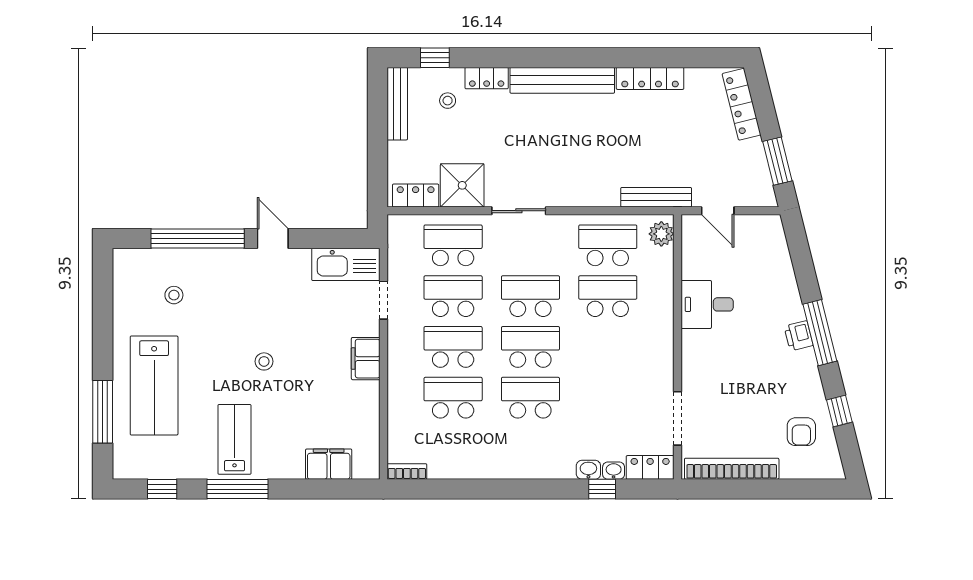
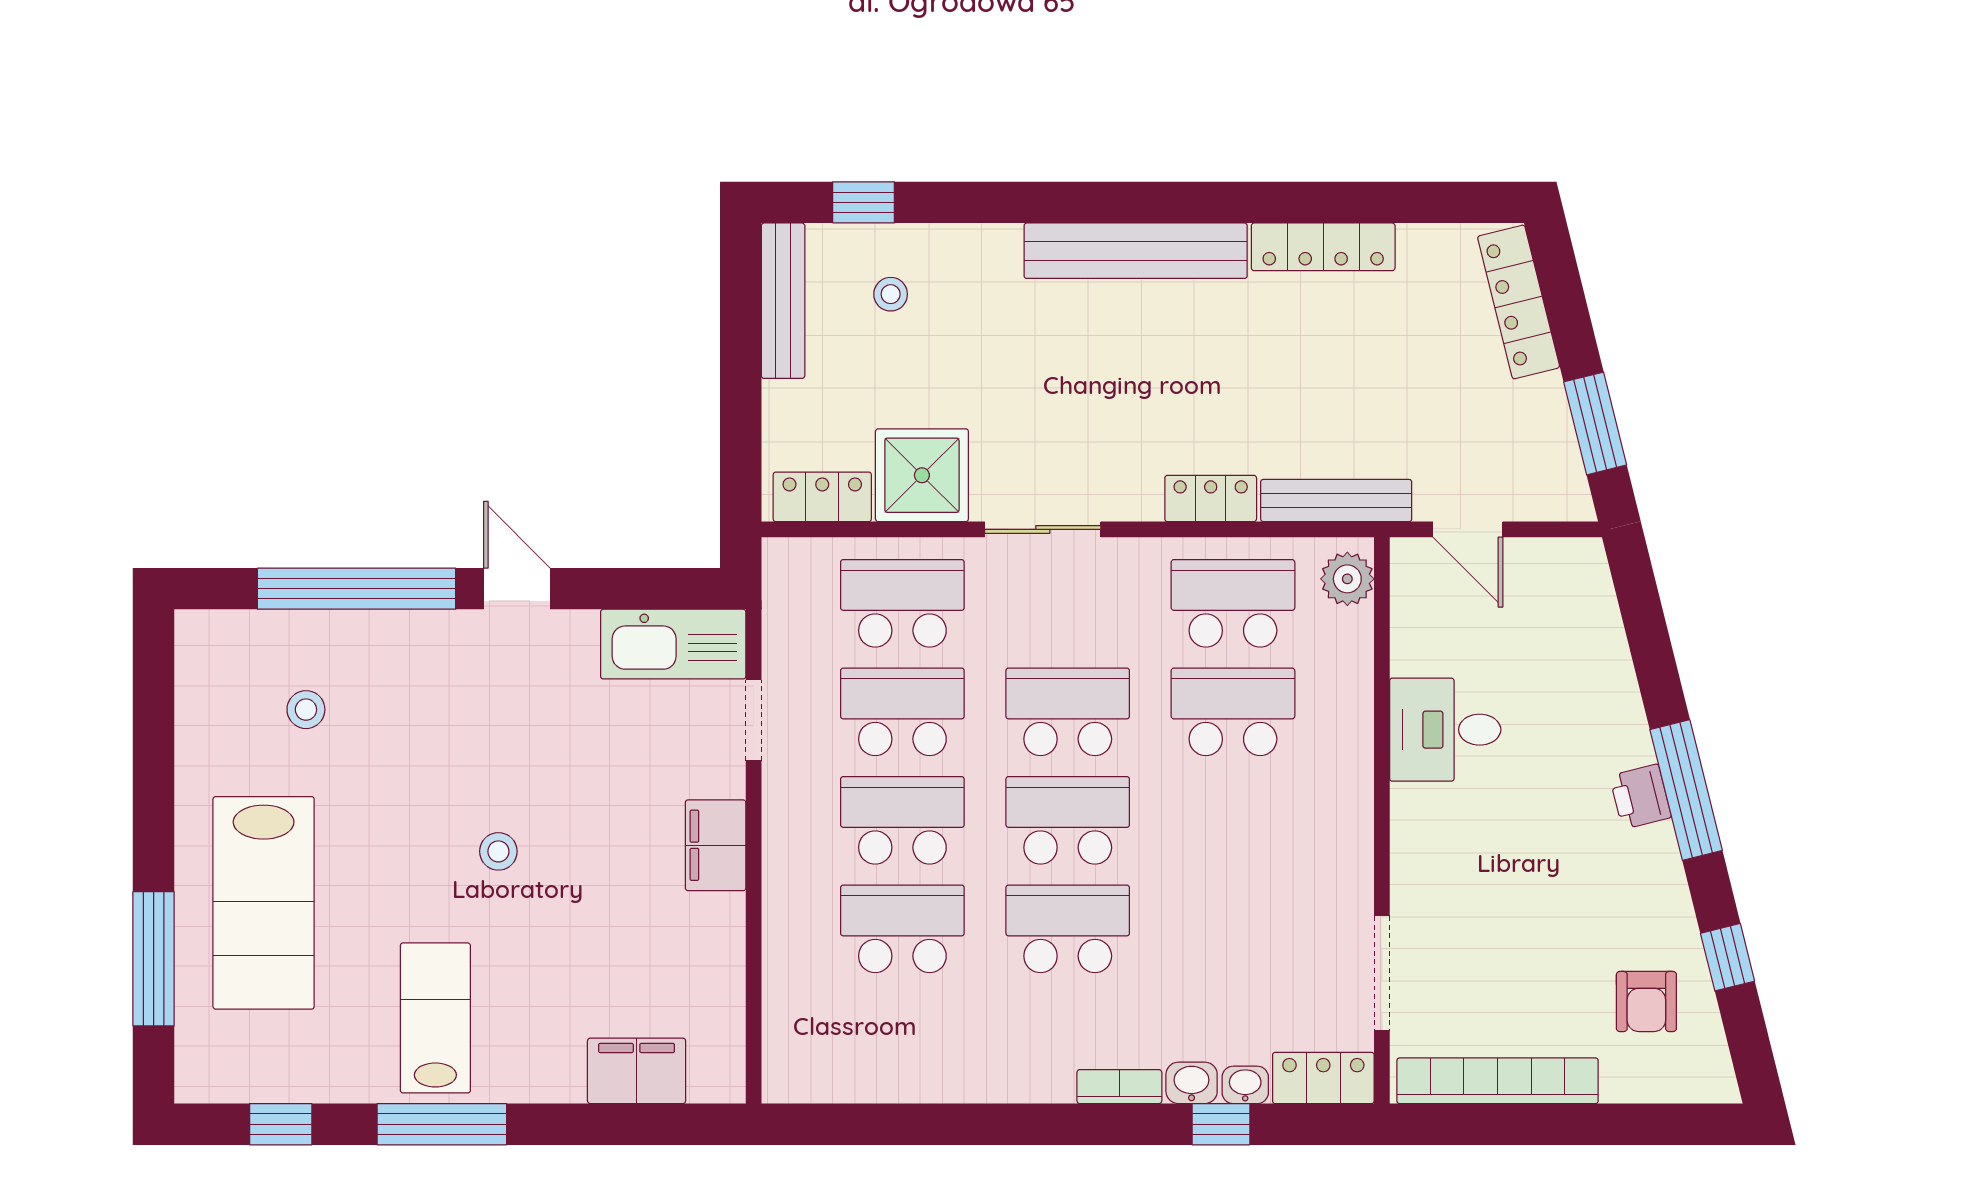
locker: (487, 78) -> (1211, 498), moved, turned 180
bookcase: (407, 472) -> (1119, 1087), moved

